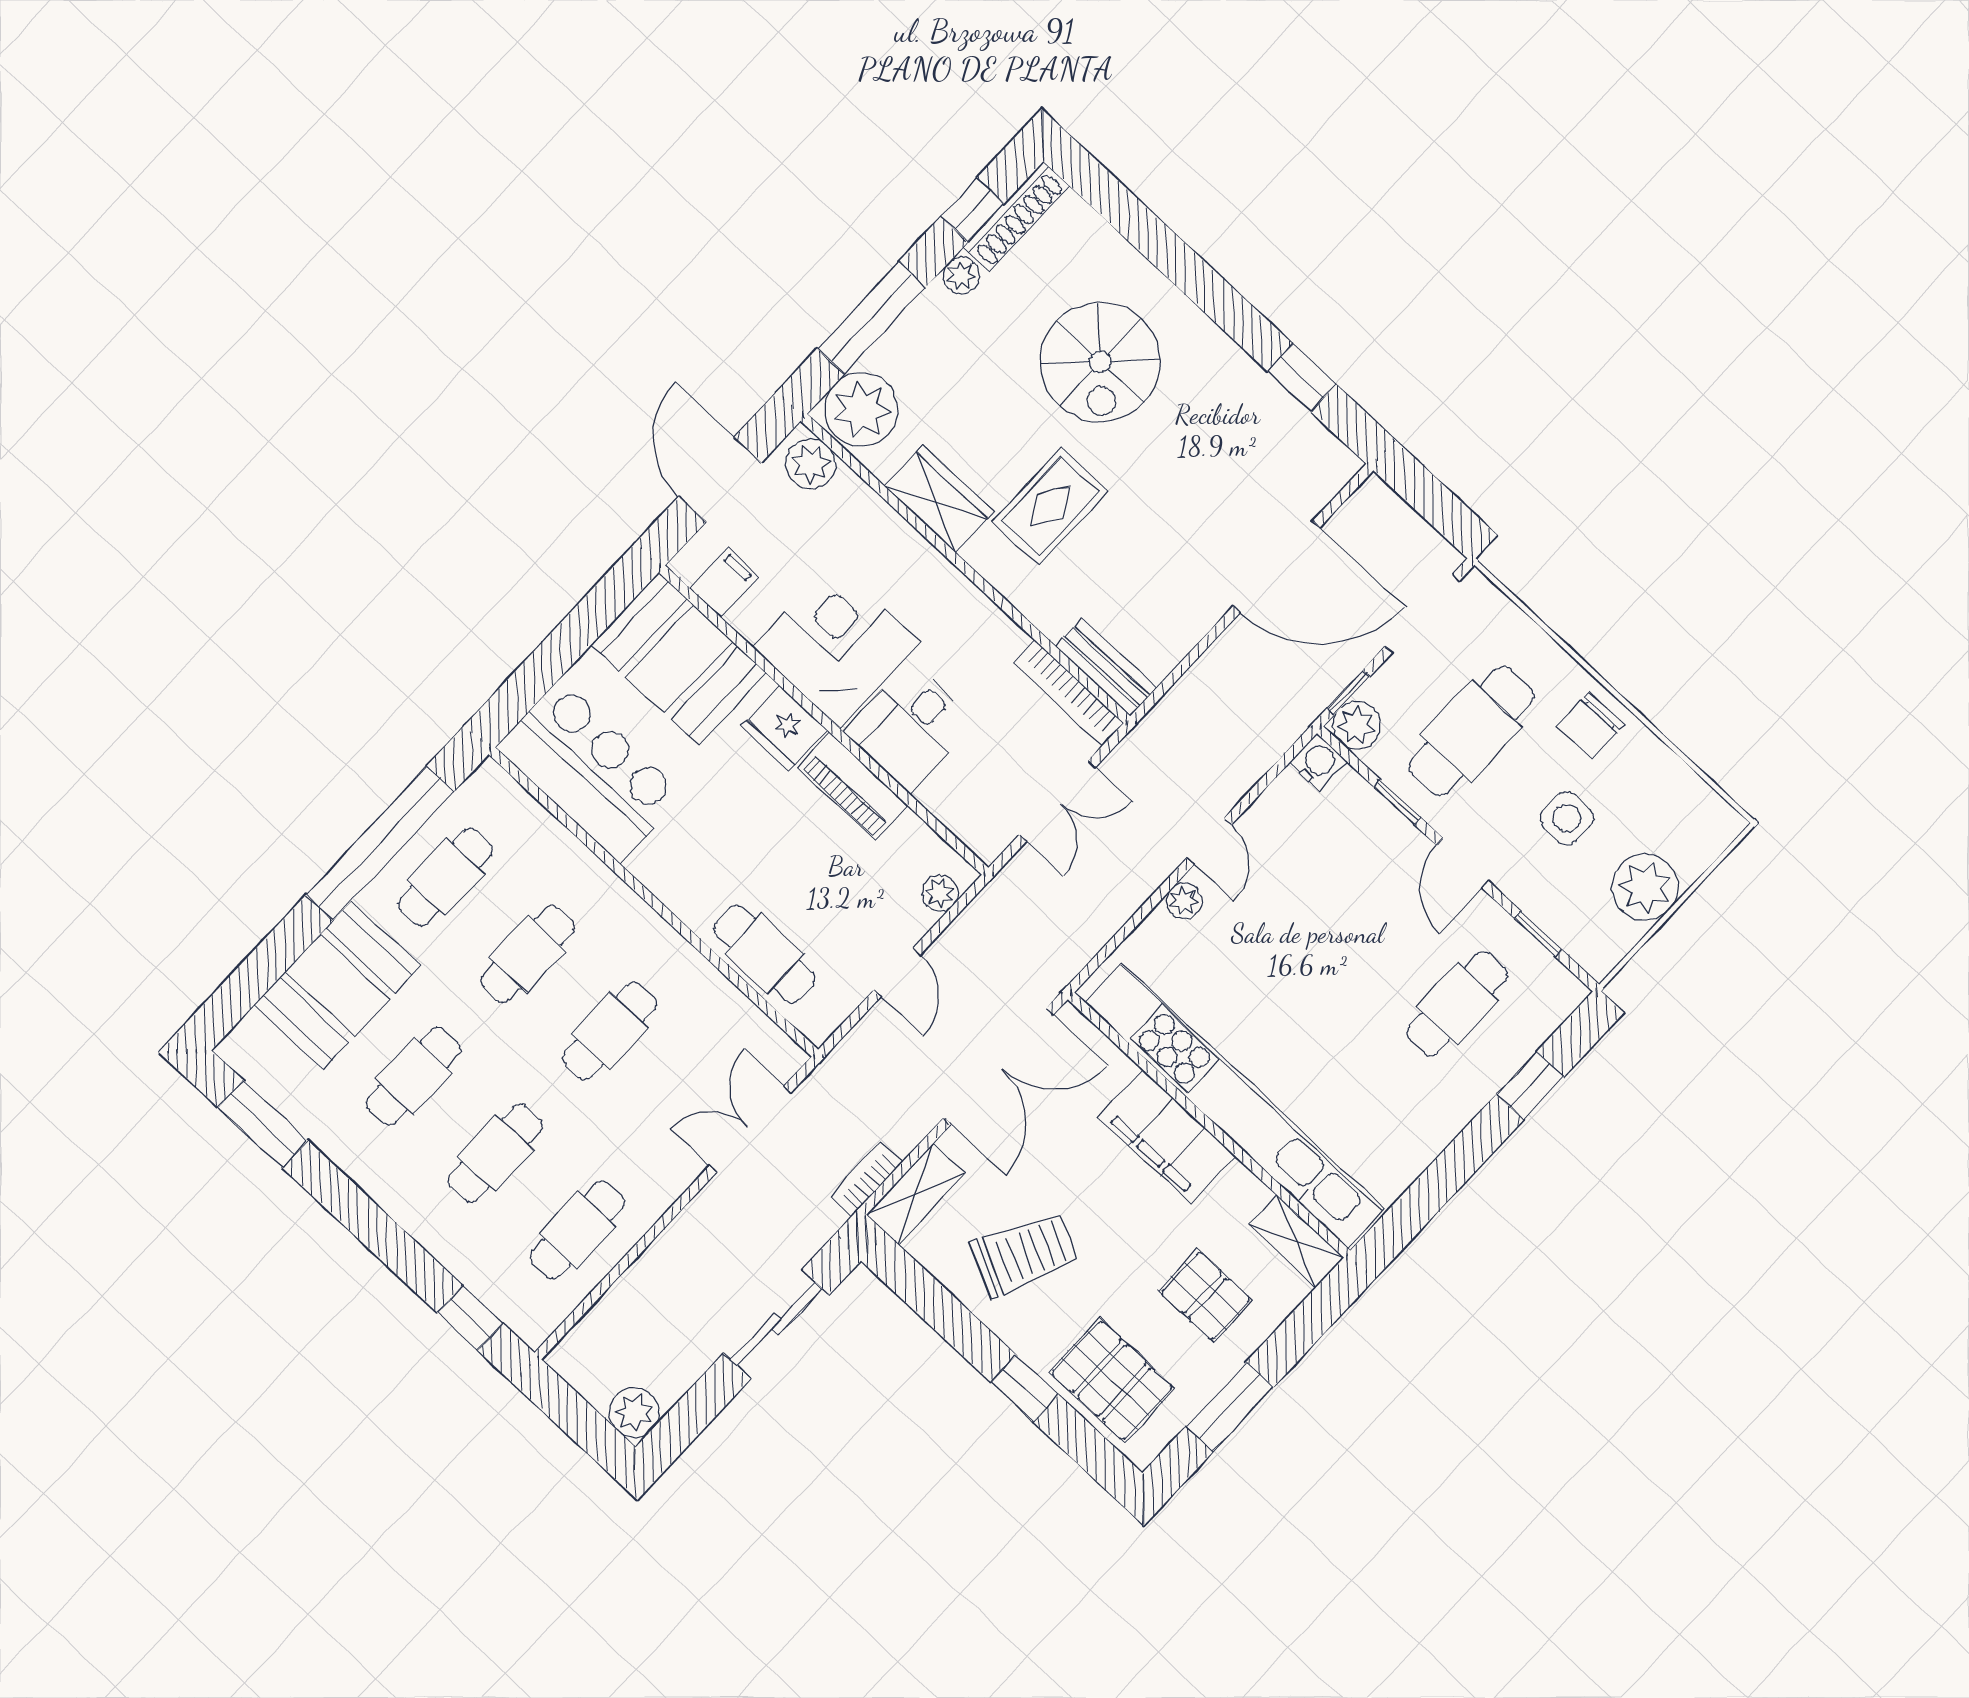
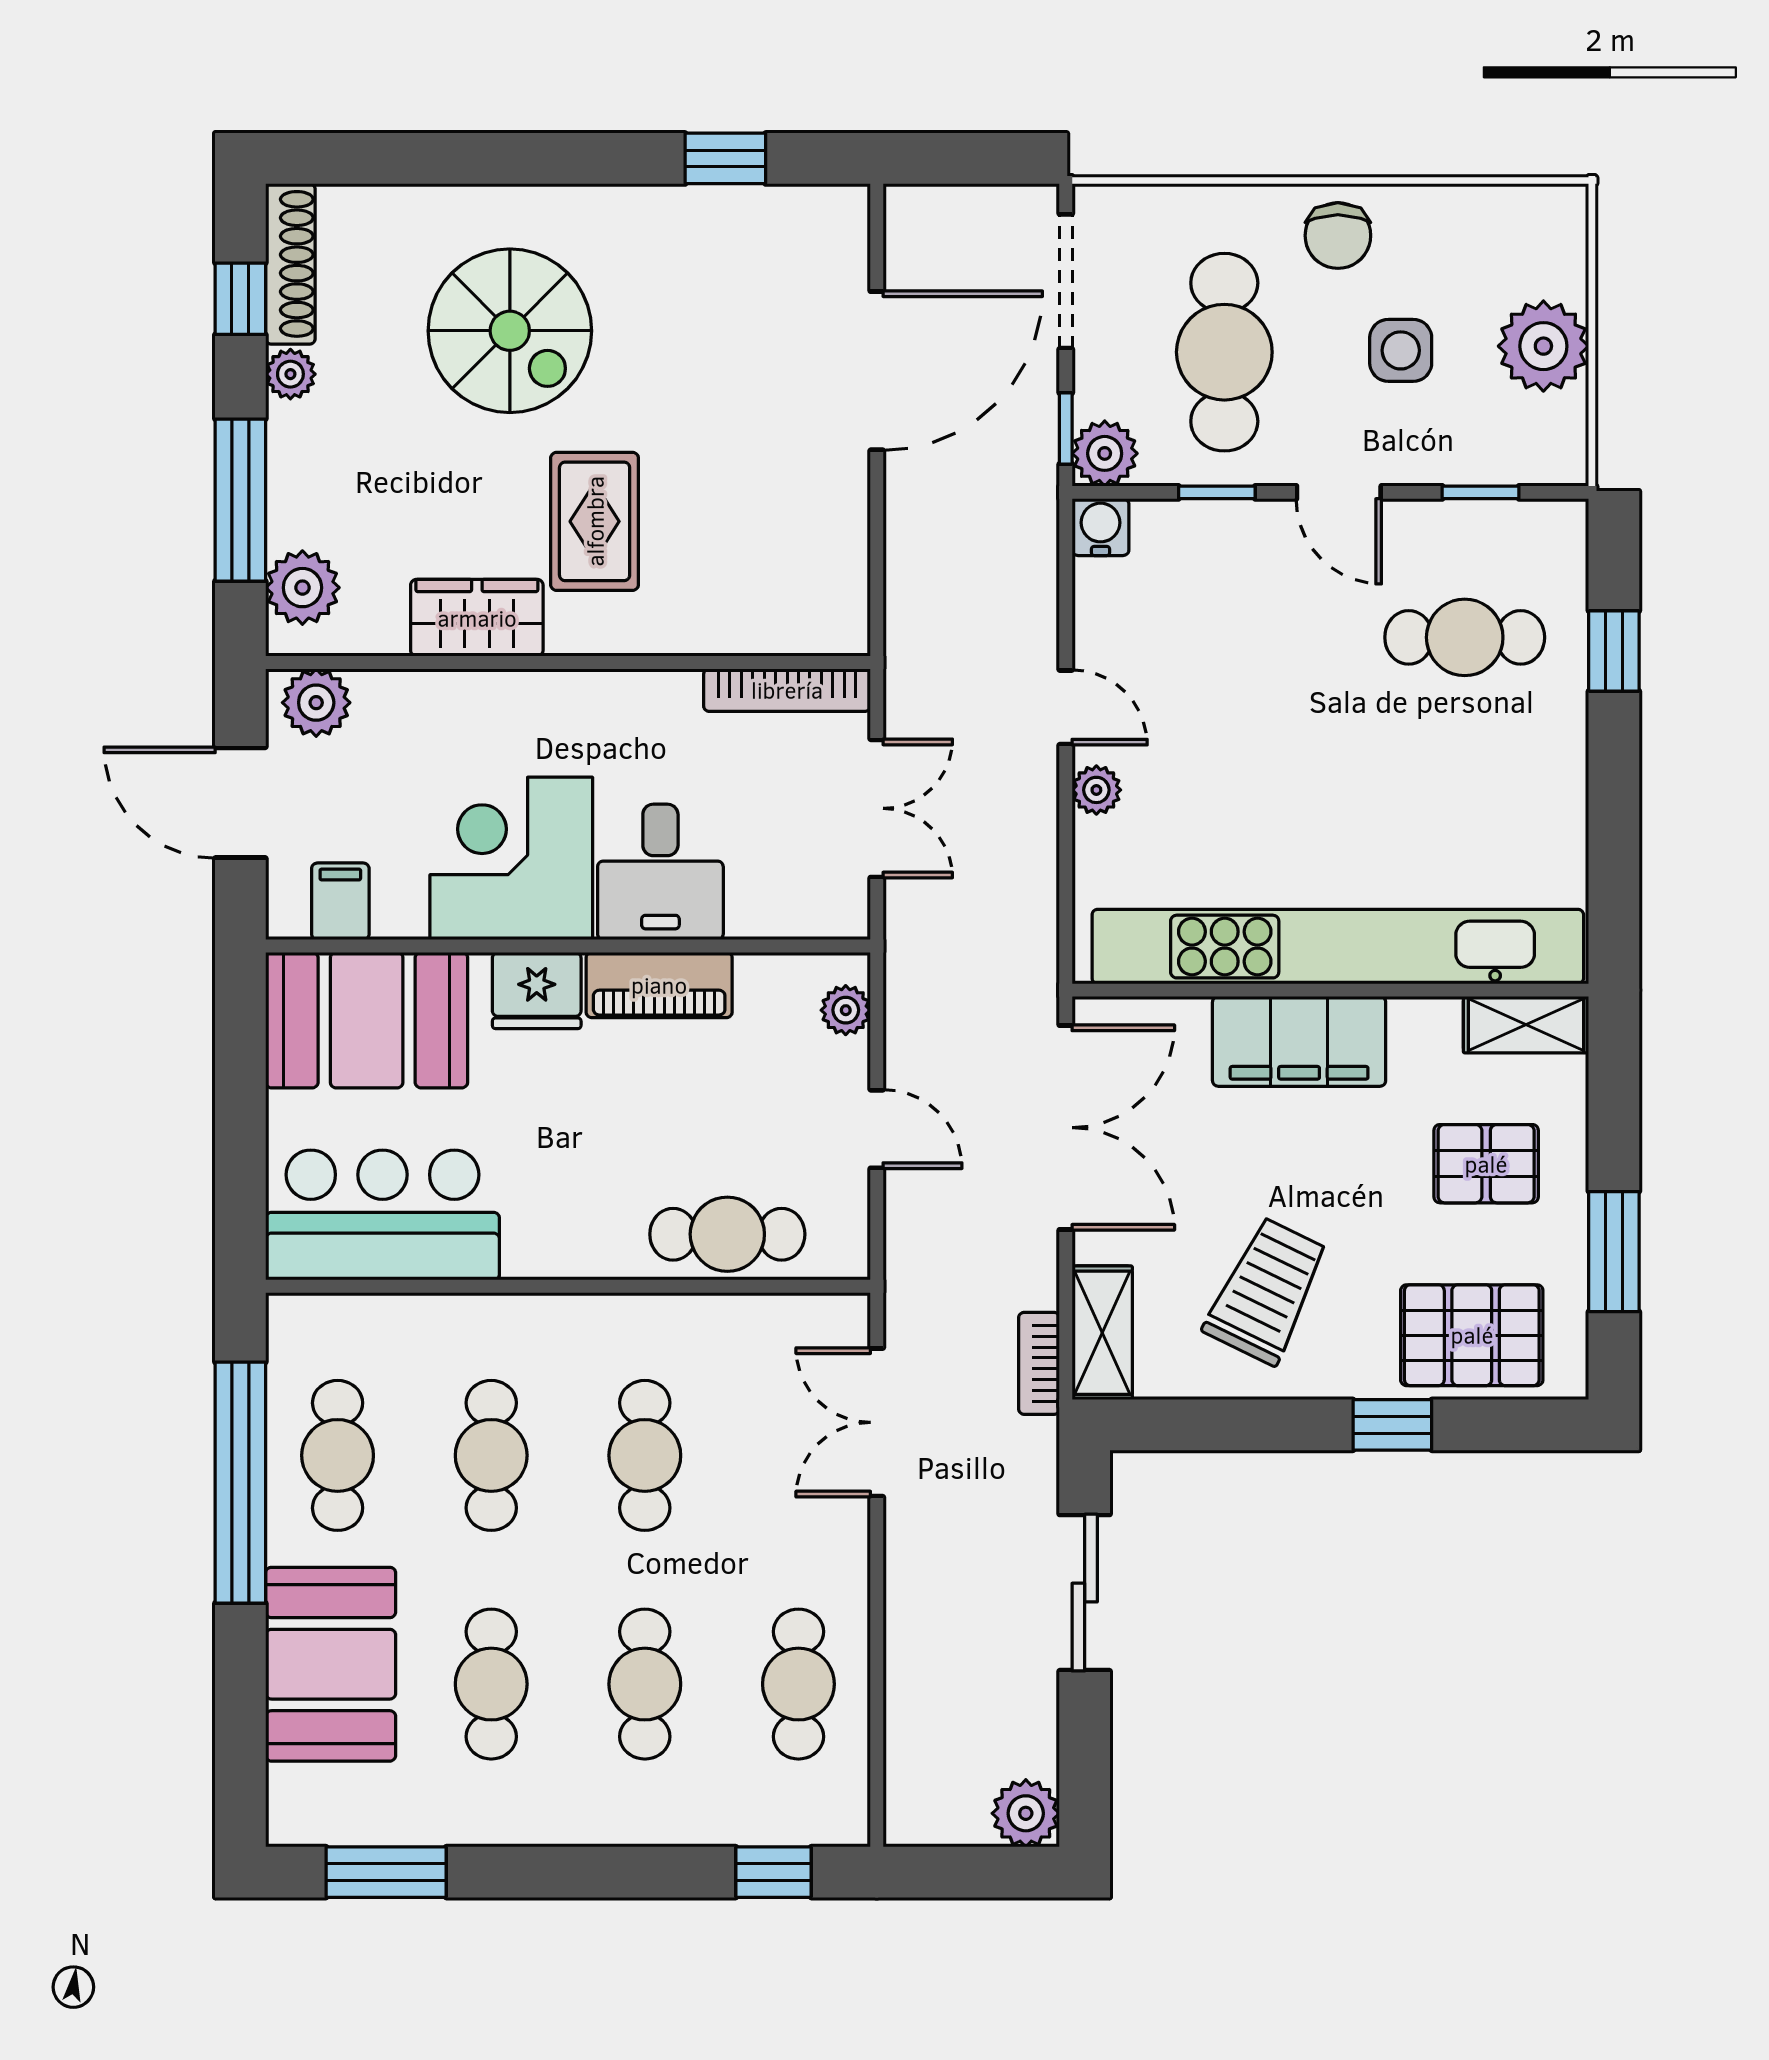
plant: (861, 409) -> (302, 588), width x0.73, depth x0.73
bench: (1106, 667) -> (800, 629), removed
cafe table: (1457, 1004) -> (1465, 637), turned 90

